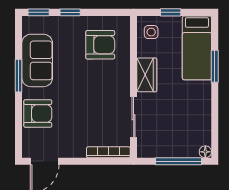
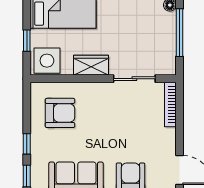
side table: (151, 32) -> (47, 61), width x1.87, depth x1.87
armchair: (100, 45) -> (60, 113), turned 90

